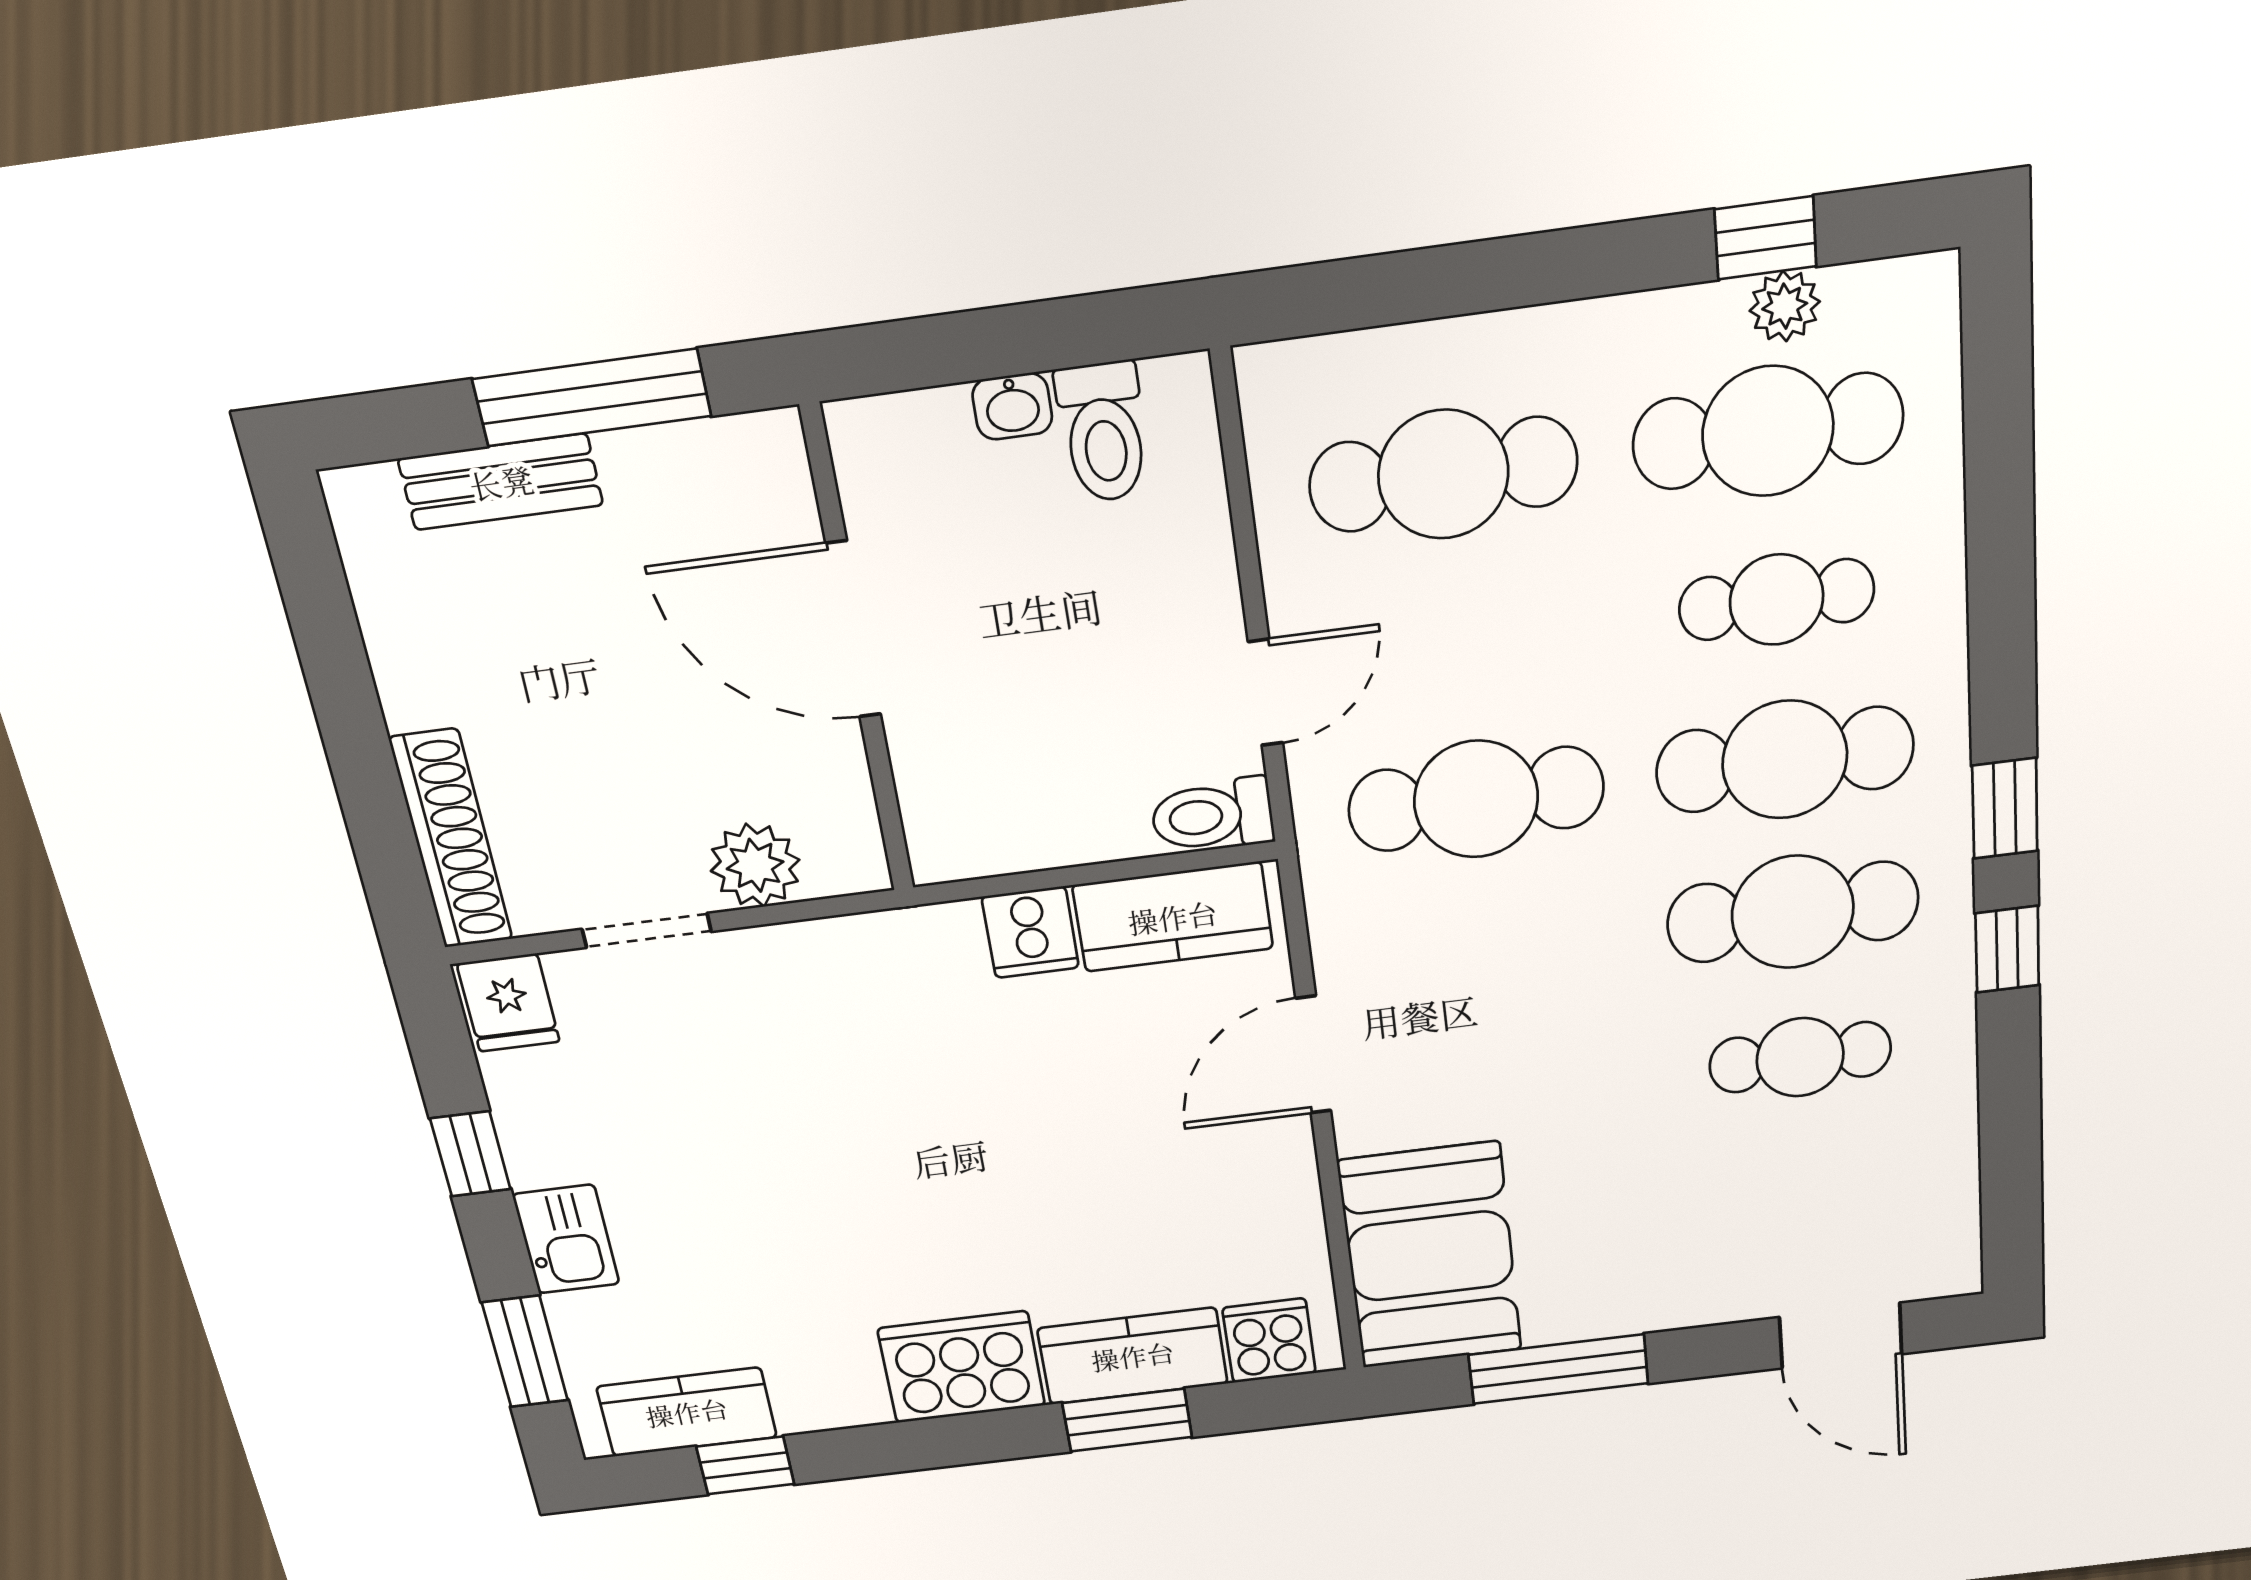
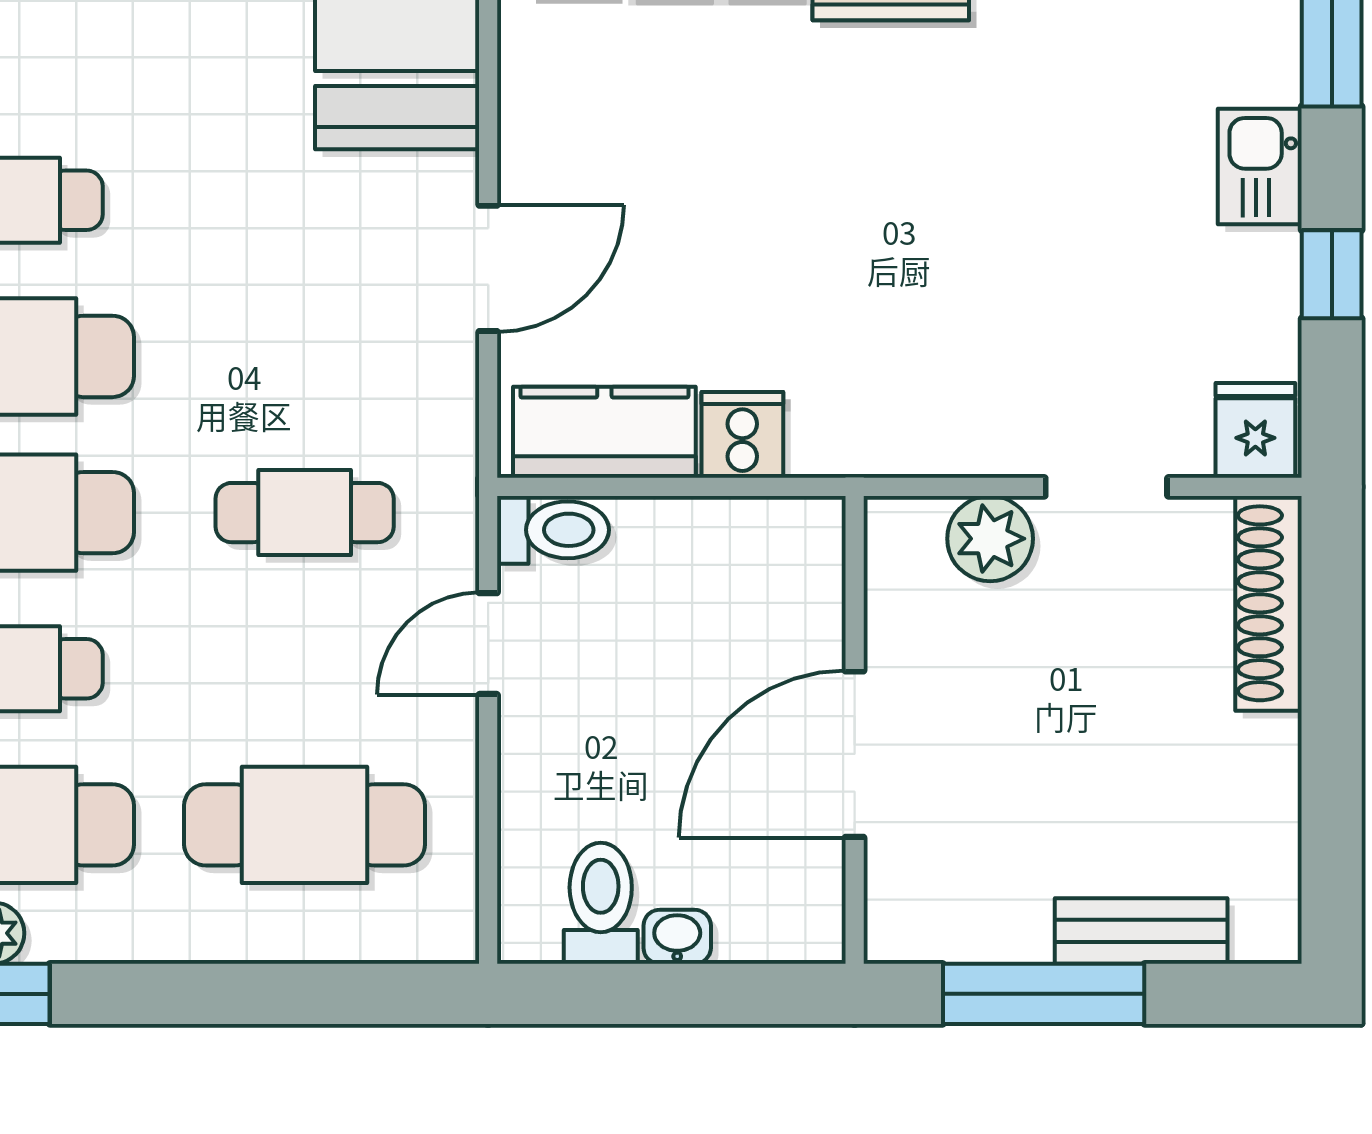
door: (853, 630) -> (855, 754), swing flipped
cafe table: (1476, 799) -> (305, 513), width x0.73, depth x0.74

